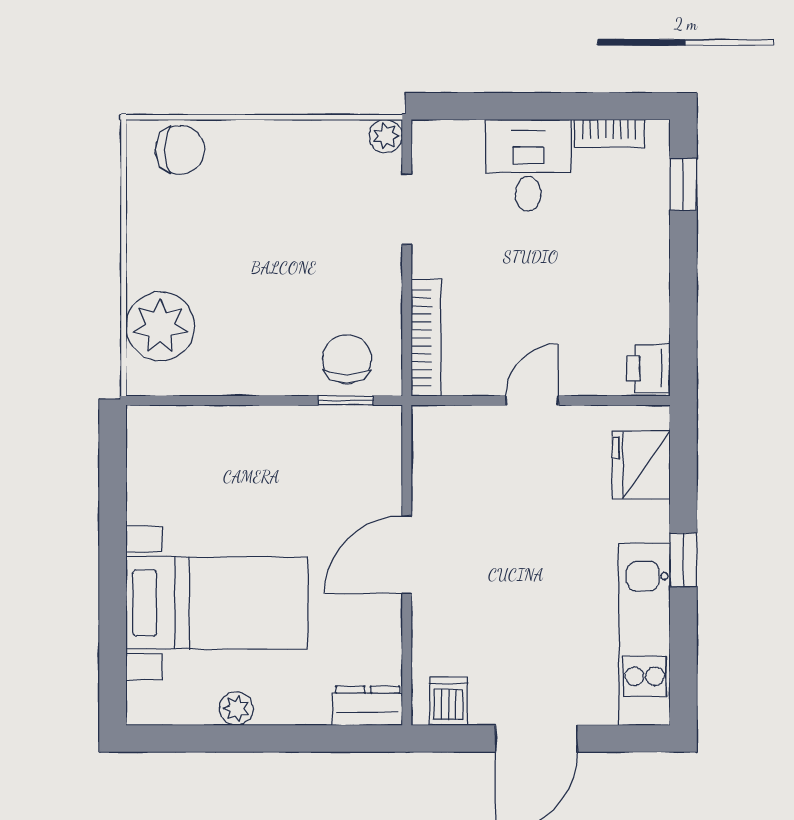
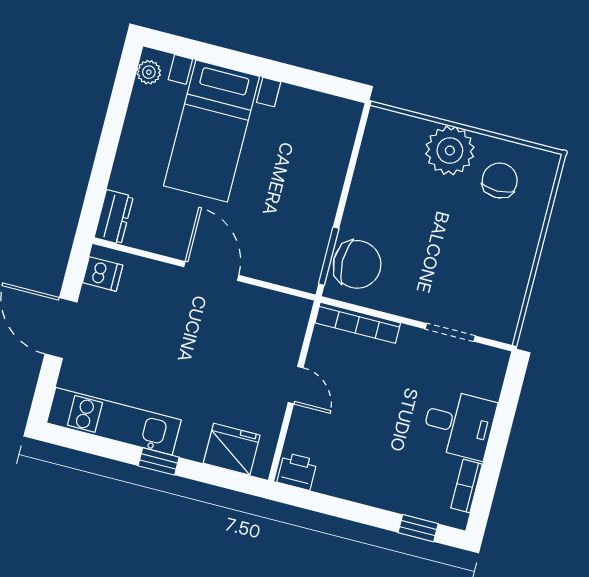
plant: (386, 136) -> (504, 331), removed
chair: (180, 150) -> (500, 180), moved, turned 180
plant: (160, 326) -> (450, 151), moved
chair: (347, 359) -> (357, 264), width x1.37, depth x1.37
window: (346, 400) -> (329, 256), width x1.50
plant: (236, 708) -> (149, 72), moved

